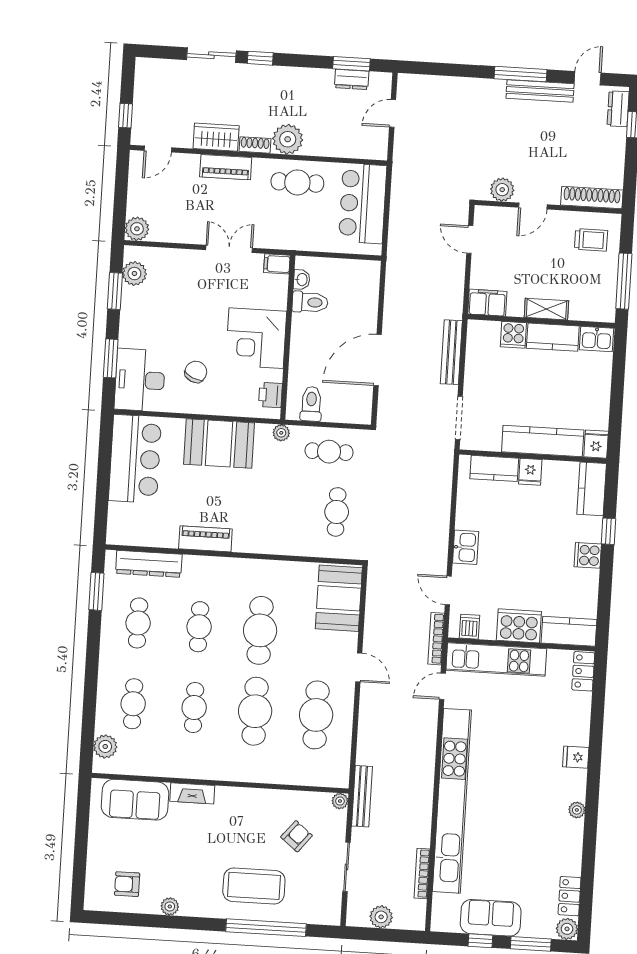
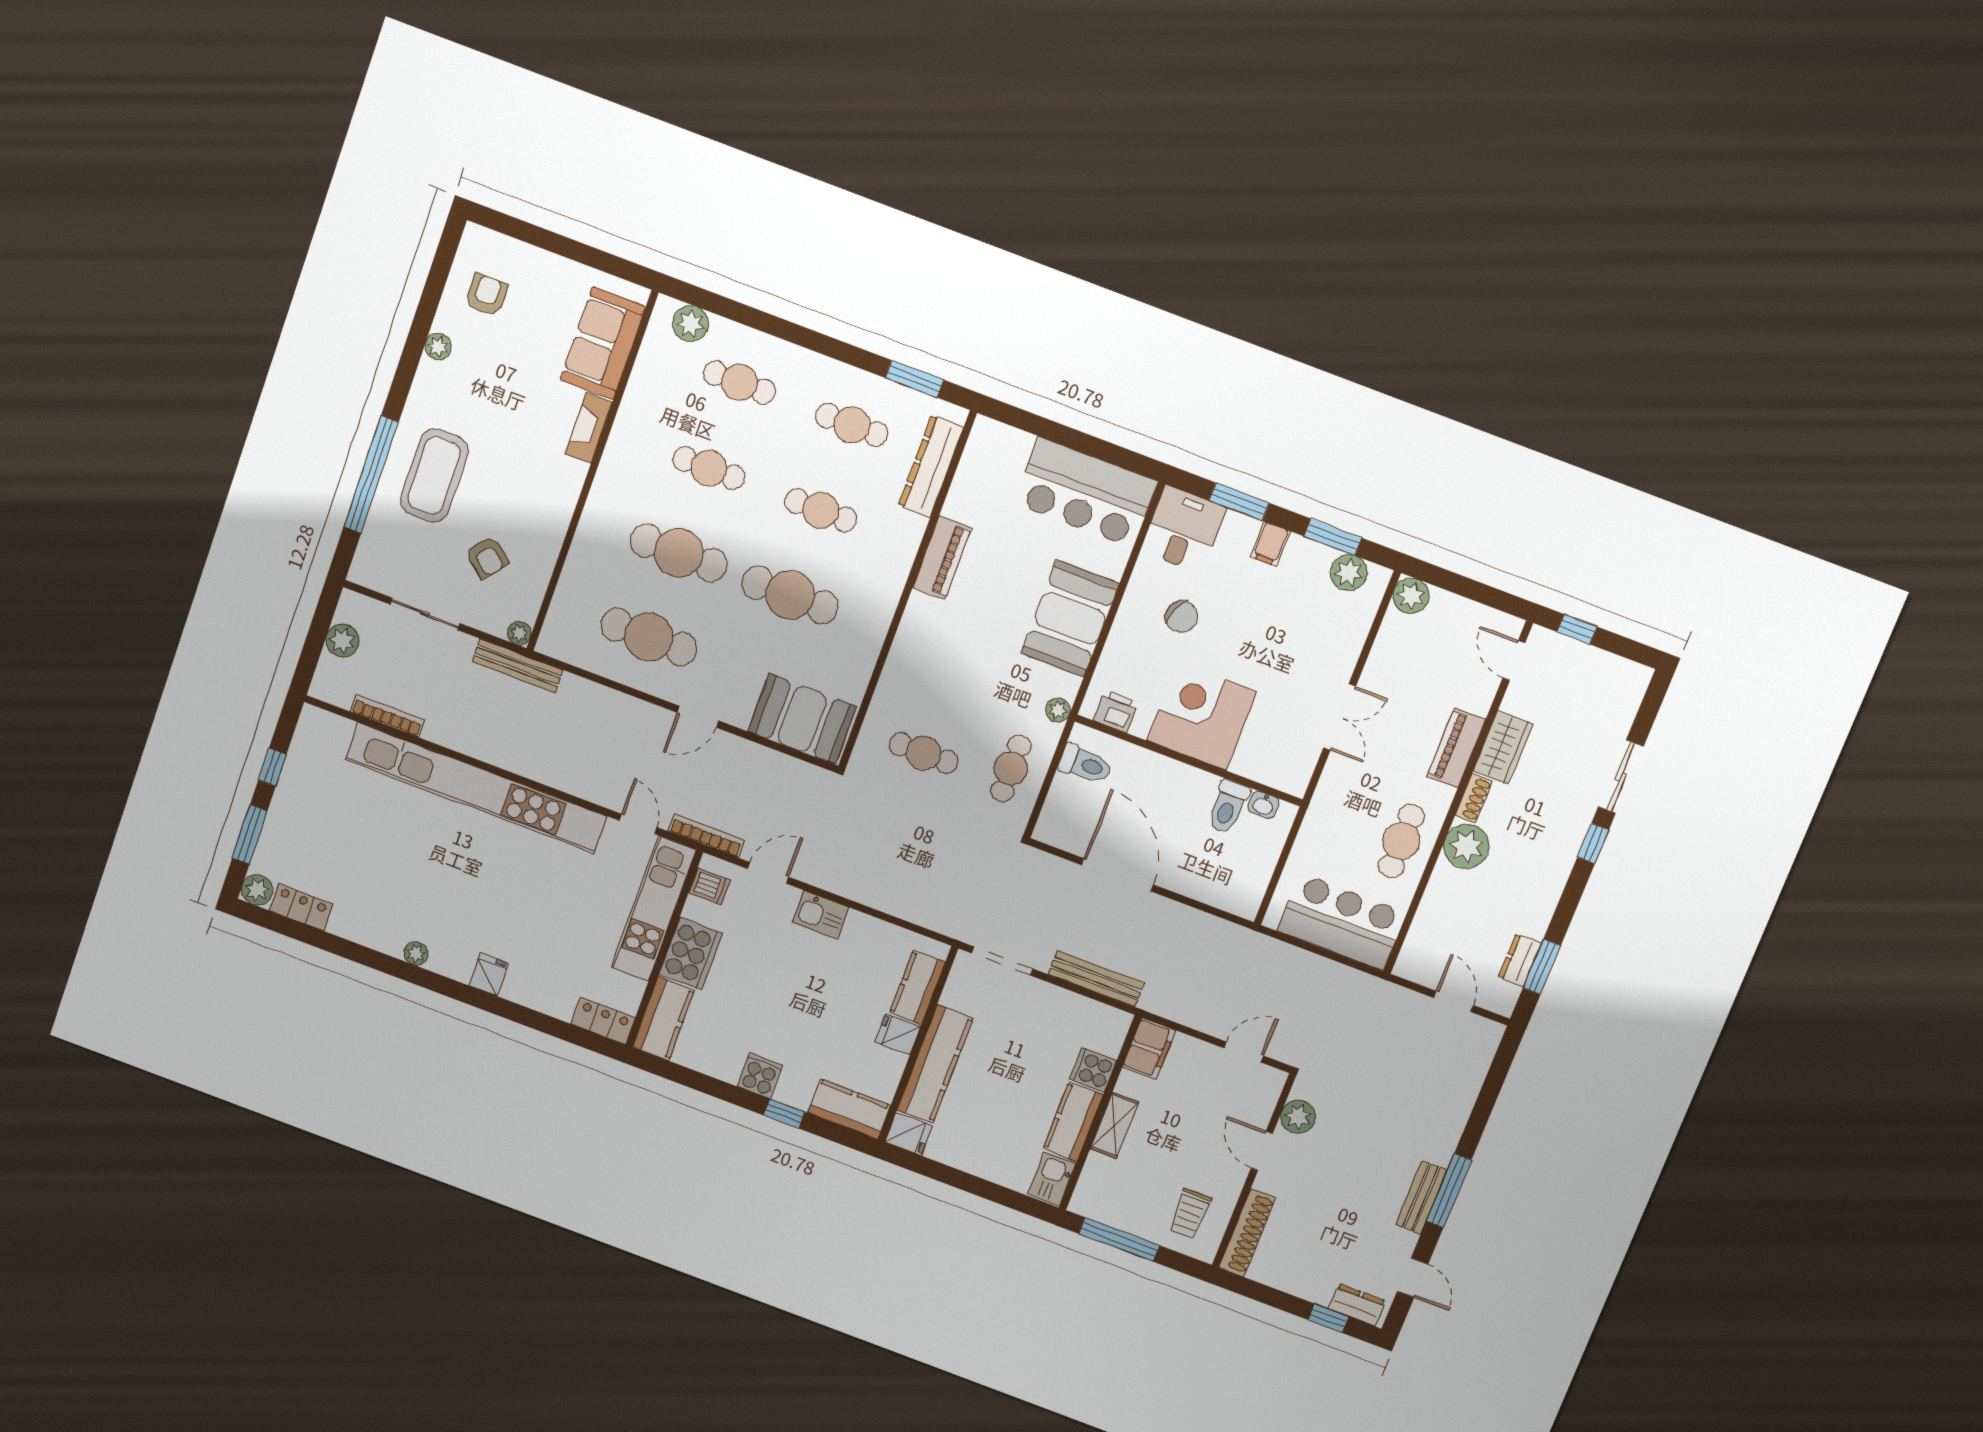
bench: (540, 91) -> (1421, 1198), width x0.73
filing cabinet: (277, 264) -> (1270, 544), moved, turned 180
desk: (140, 380) -> (1184, 529), width x0.73
sofa: (491, 918) -> (300, 791), removed

